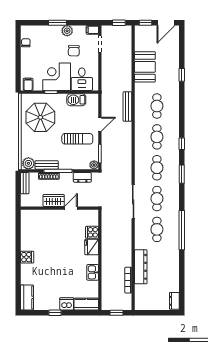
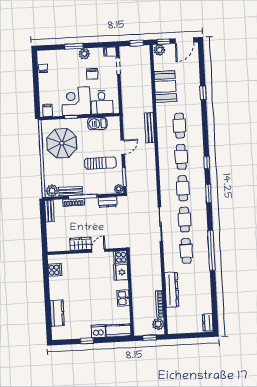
plant: (141, 31) -> (159, 50), added
wardrobe: (54, 200) -> (81, 244), moved
wall: (60, 208) -> (87, 251), moved
door: (71, 208) -> (98, 251), moved
cooker: (27, 257) -> (55, 270), moved
kitchen counter: (27, 297) -> (57, 313), moved
plant: (126, 300) -> (158, 324), added

